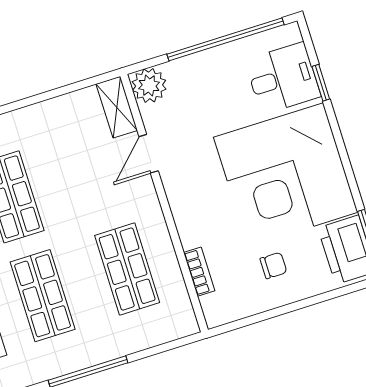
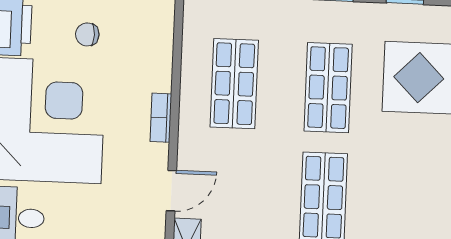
bookcase: (199, 272) -> (161, 118), moved

